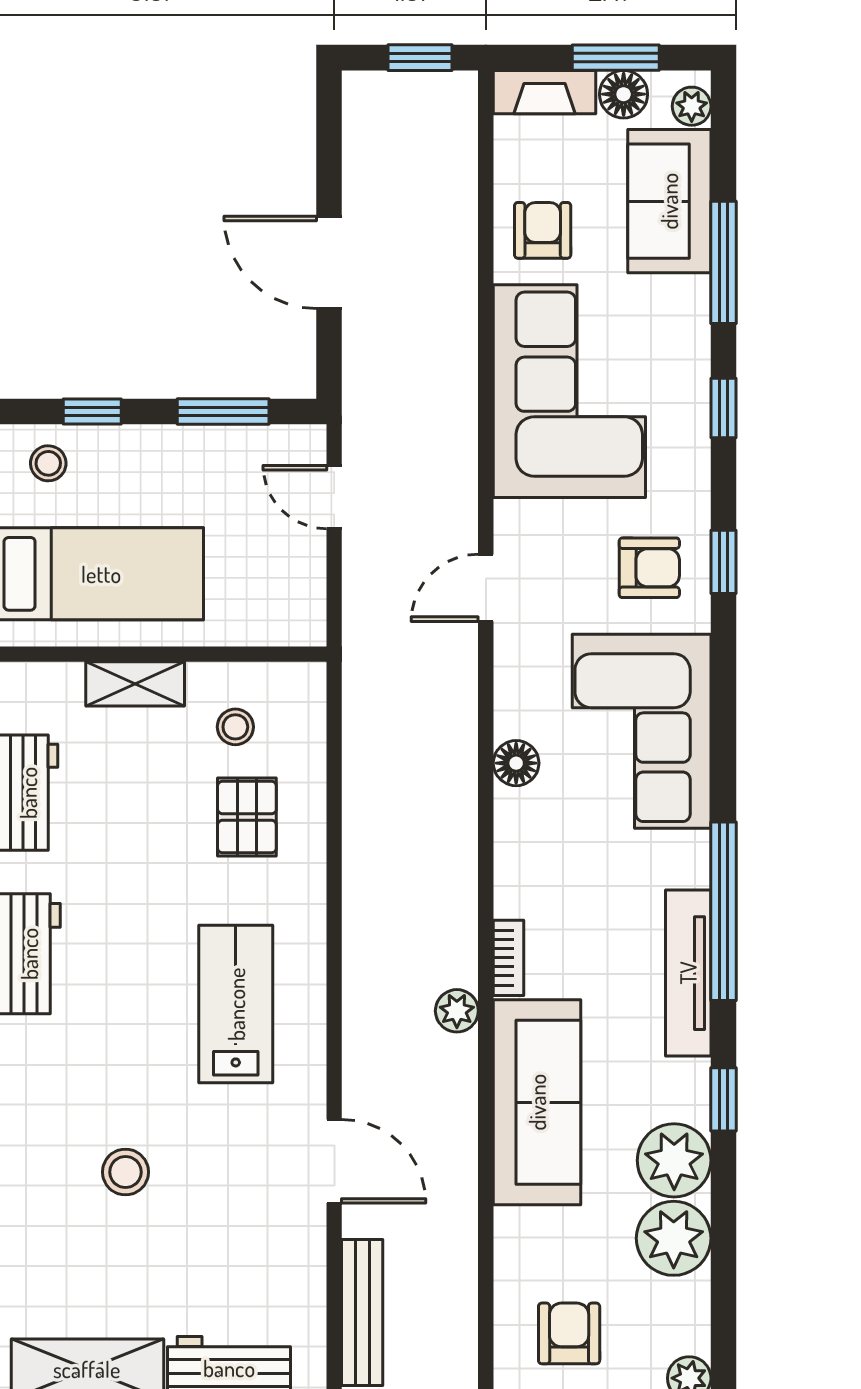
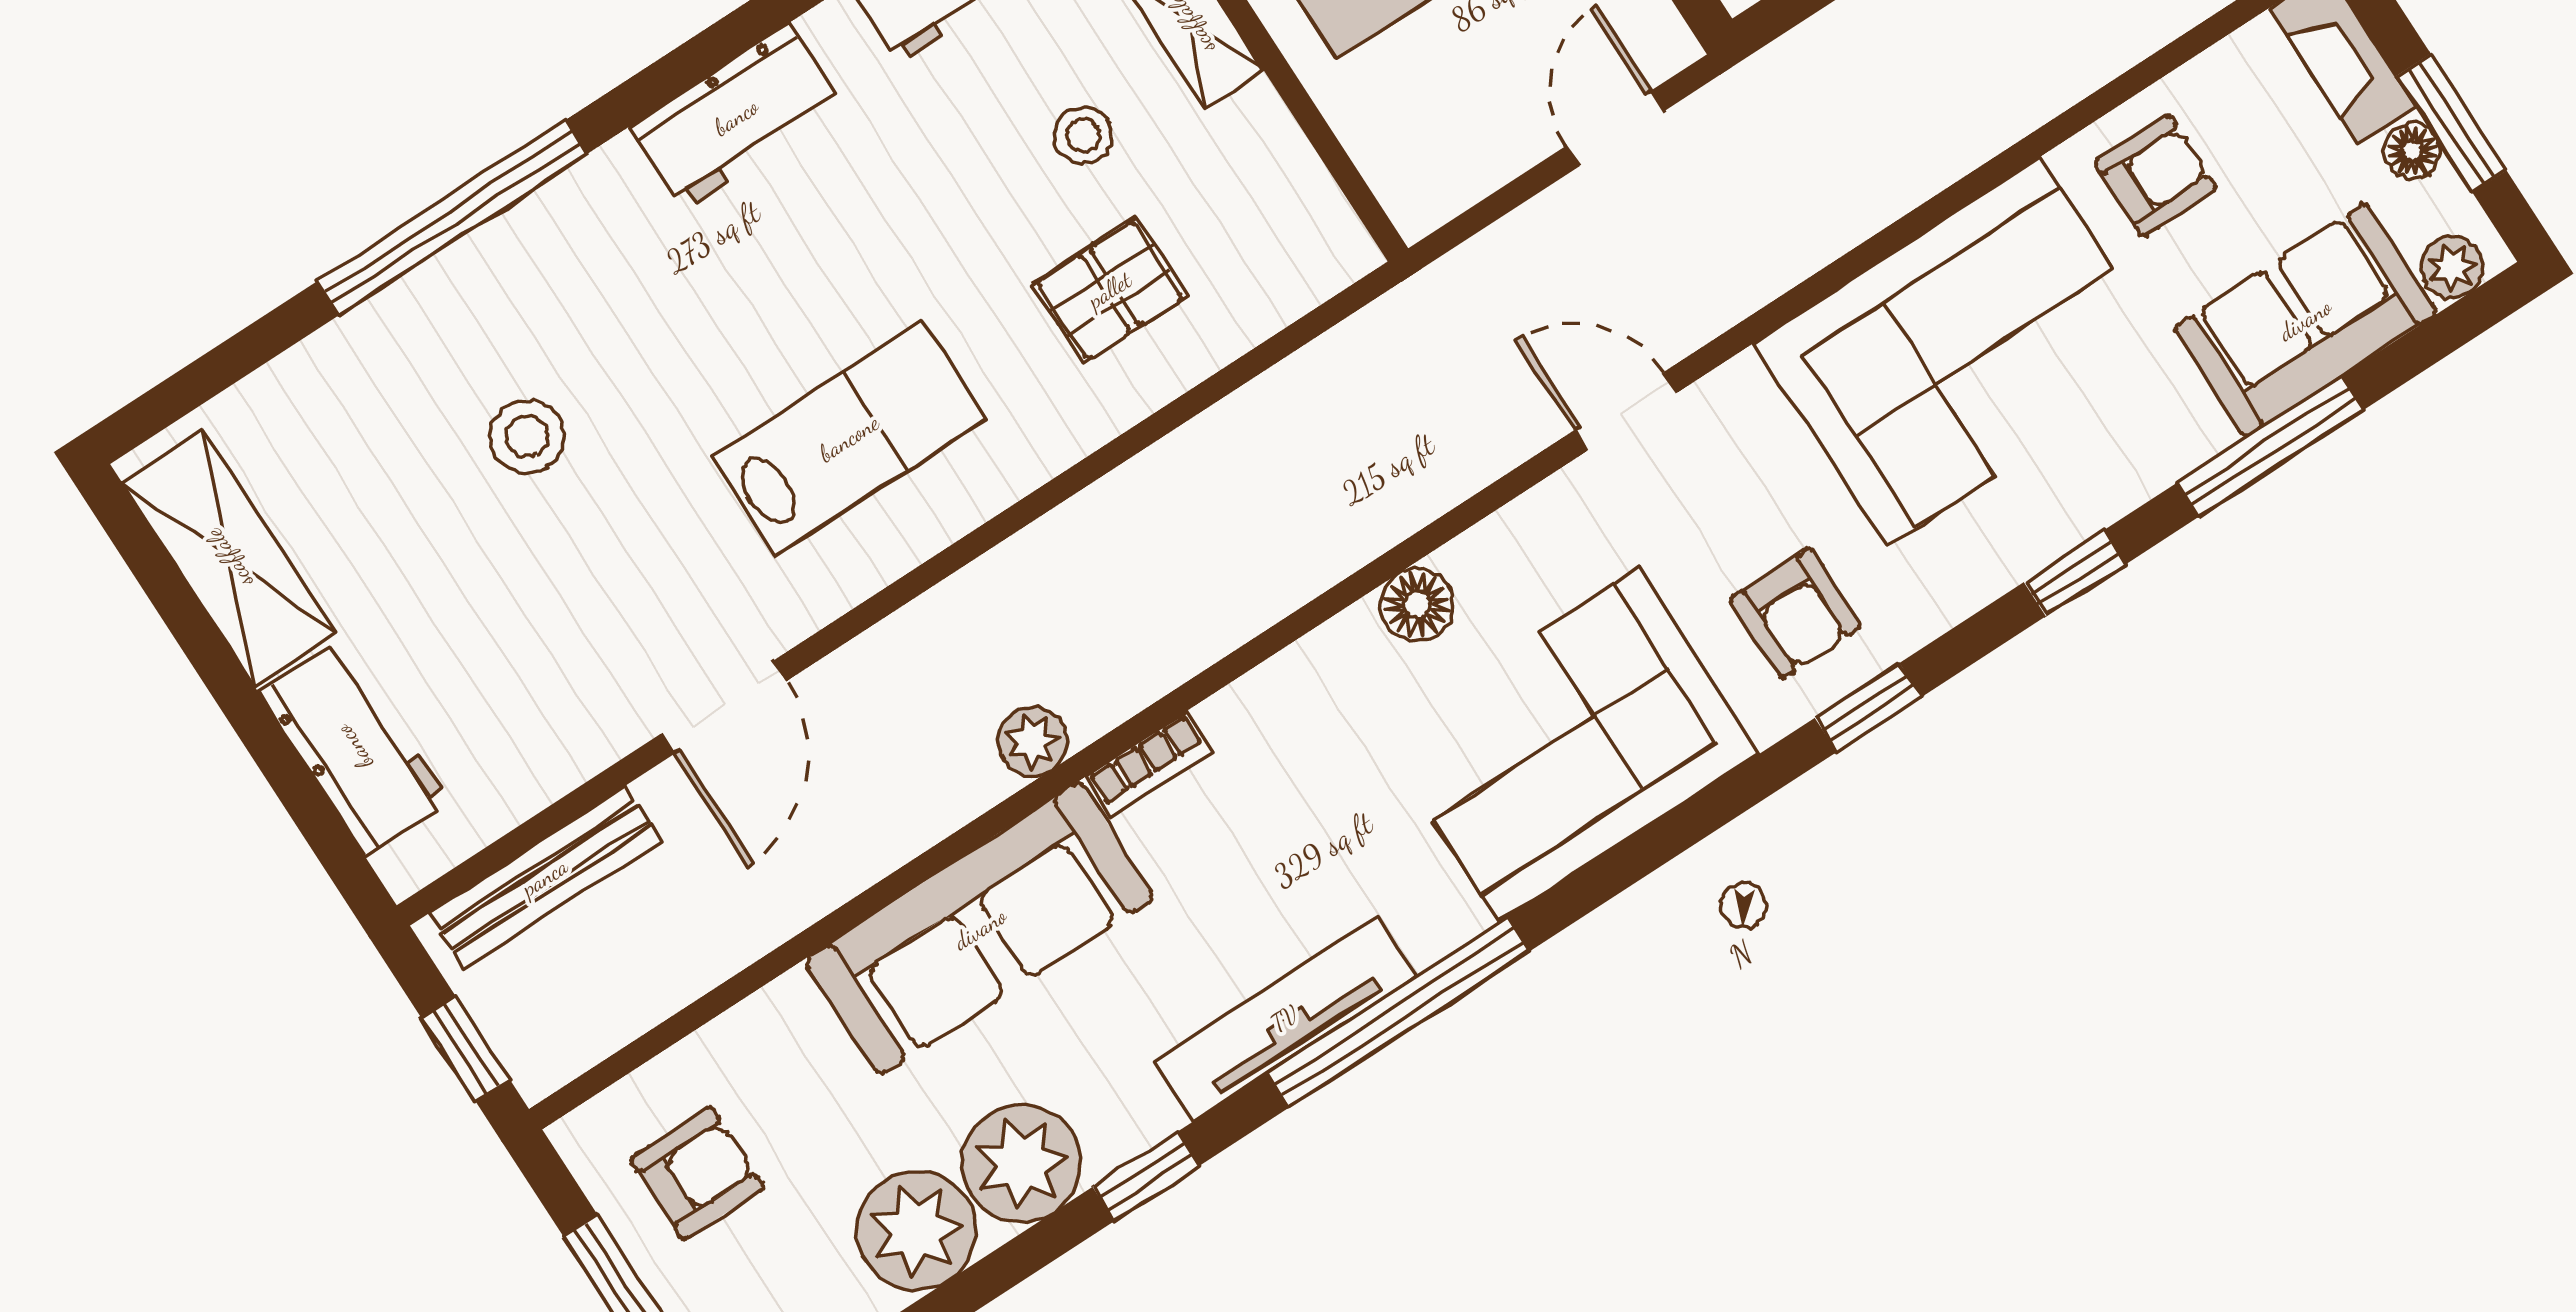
floor lamp: (624, 94) -> (2412, 151), width x0.73, depth x0.73
stool: (235, 727) -> (1083, 135), moved

